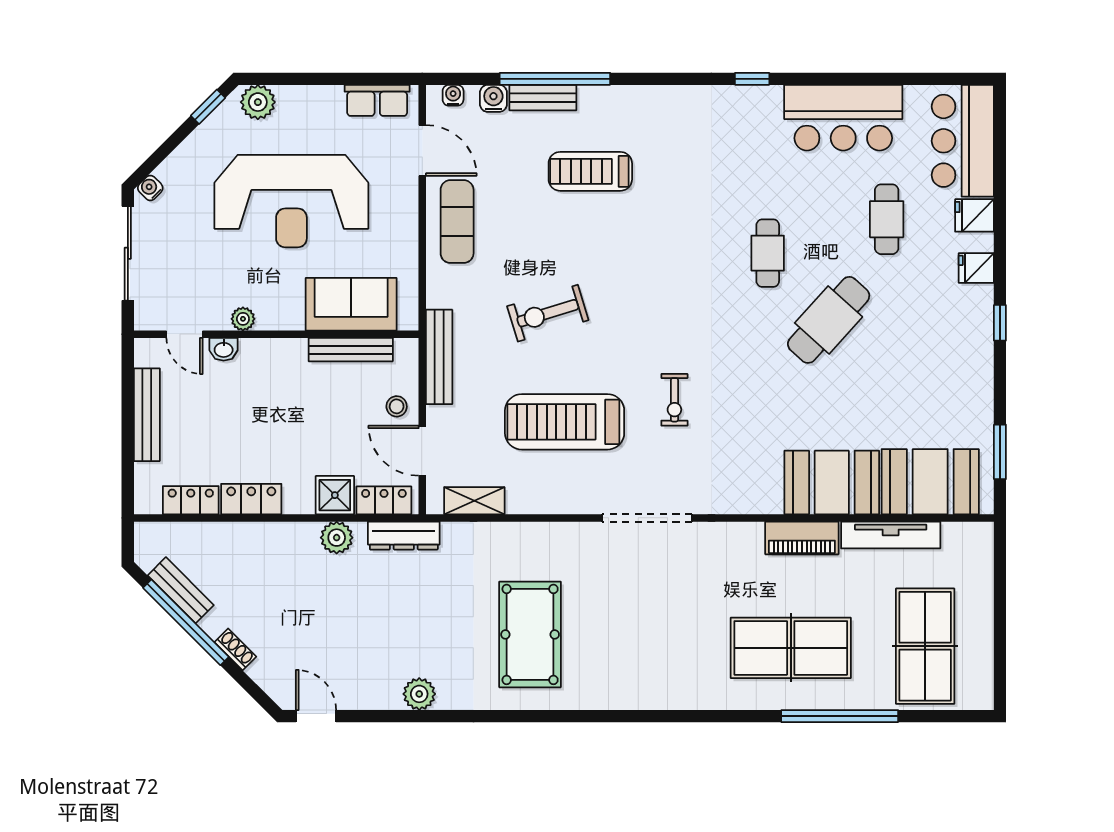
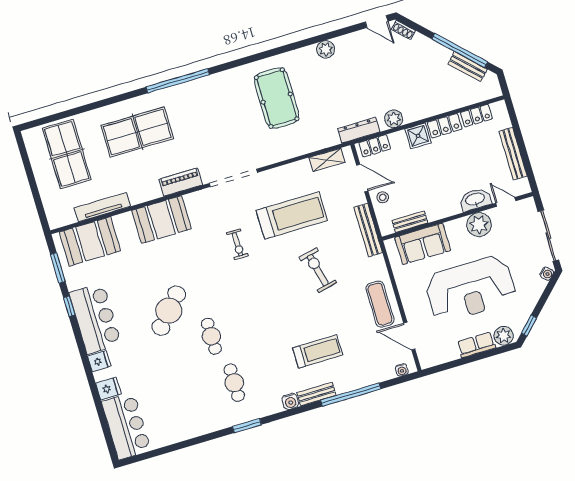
window: (752, 79) -> (247, 426), width x1.50
water cooler: (493, 98) -> (290, 401), moved
bench: (543, 98) -> (316, 394), moved
row of seats: (377, 100) -> (476, 345), moved
bar counter: (843, 118) -> (95, 318), moved, turned 90
reception desk: (291, 201) -> (470, 289), turned 180
cafe table: (887, 219) -> (234, 383), moved
exercise bike: (548, 313) -> (318, 270), turned -86
plant: (243, 319) -> (479, 225), width x1.88, depth x1.88
window: (1000, 323) -> (69, 306), moved
washbasin: (224, 349) -> (475, 200), width x1.91, depth x1.45
bench: (351, 350) -> (410, 222), width x0.73
exercise bike: (674, 400) -> (237, 244), turned 180
booth: (832, 482) -> (161, 220), moved
shower: (335, 495) -> (418, 136), moved
piano: (802, 538) -> (181, 182), moved
shoe rack: (235, 649) -> (403, 30), moved
window: (840, 716) -> (178, 81), moved

